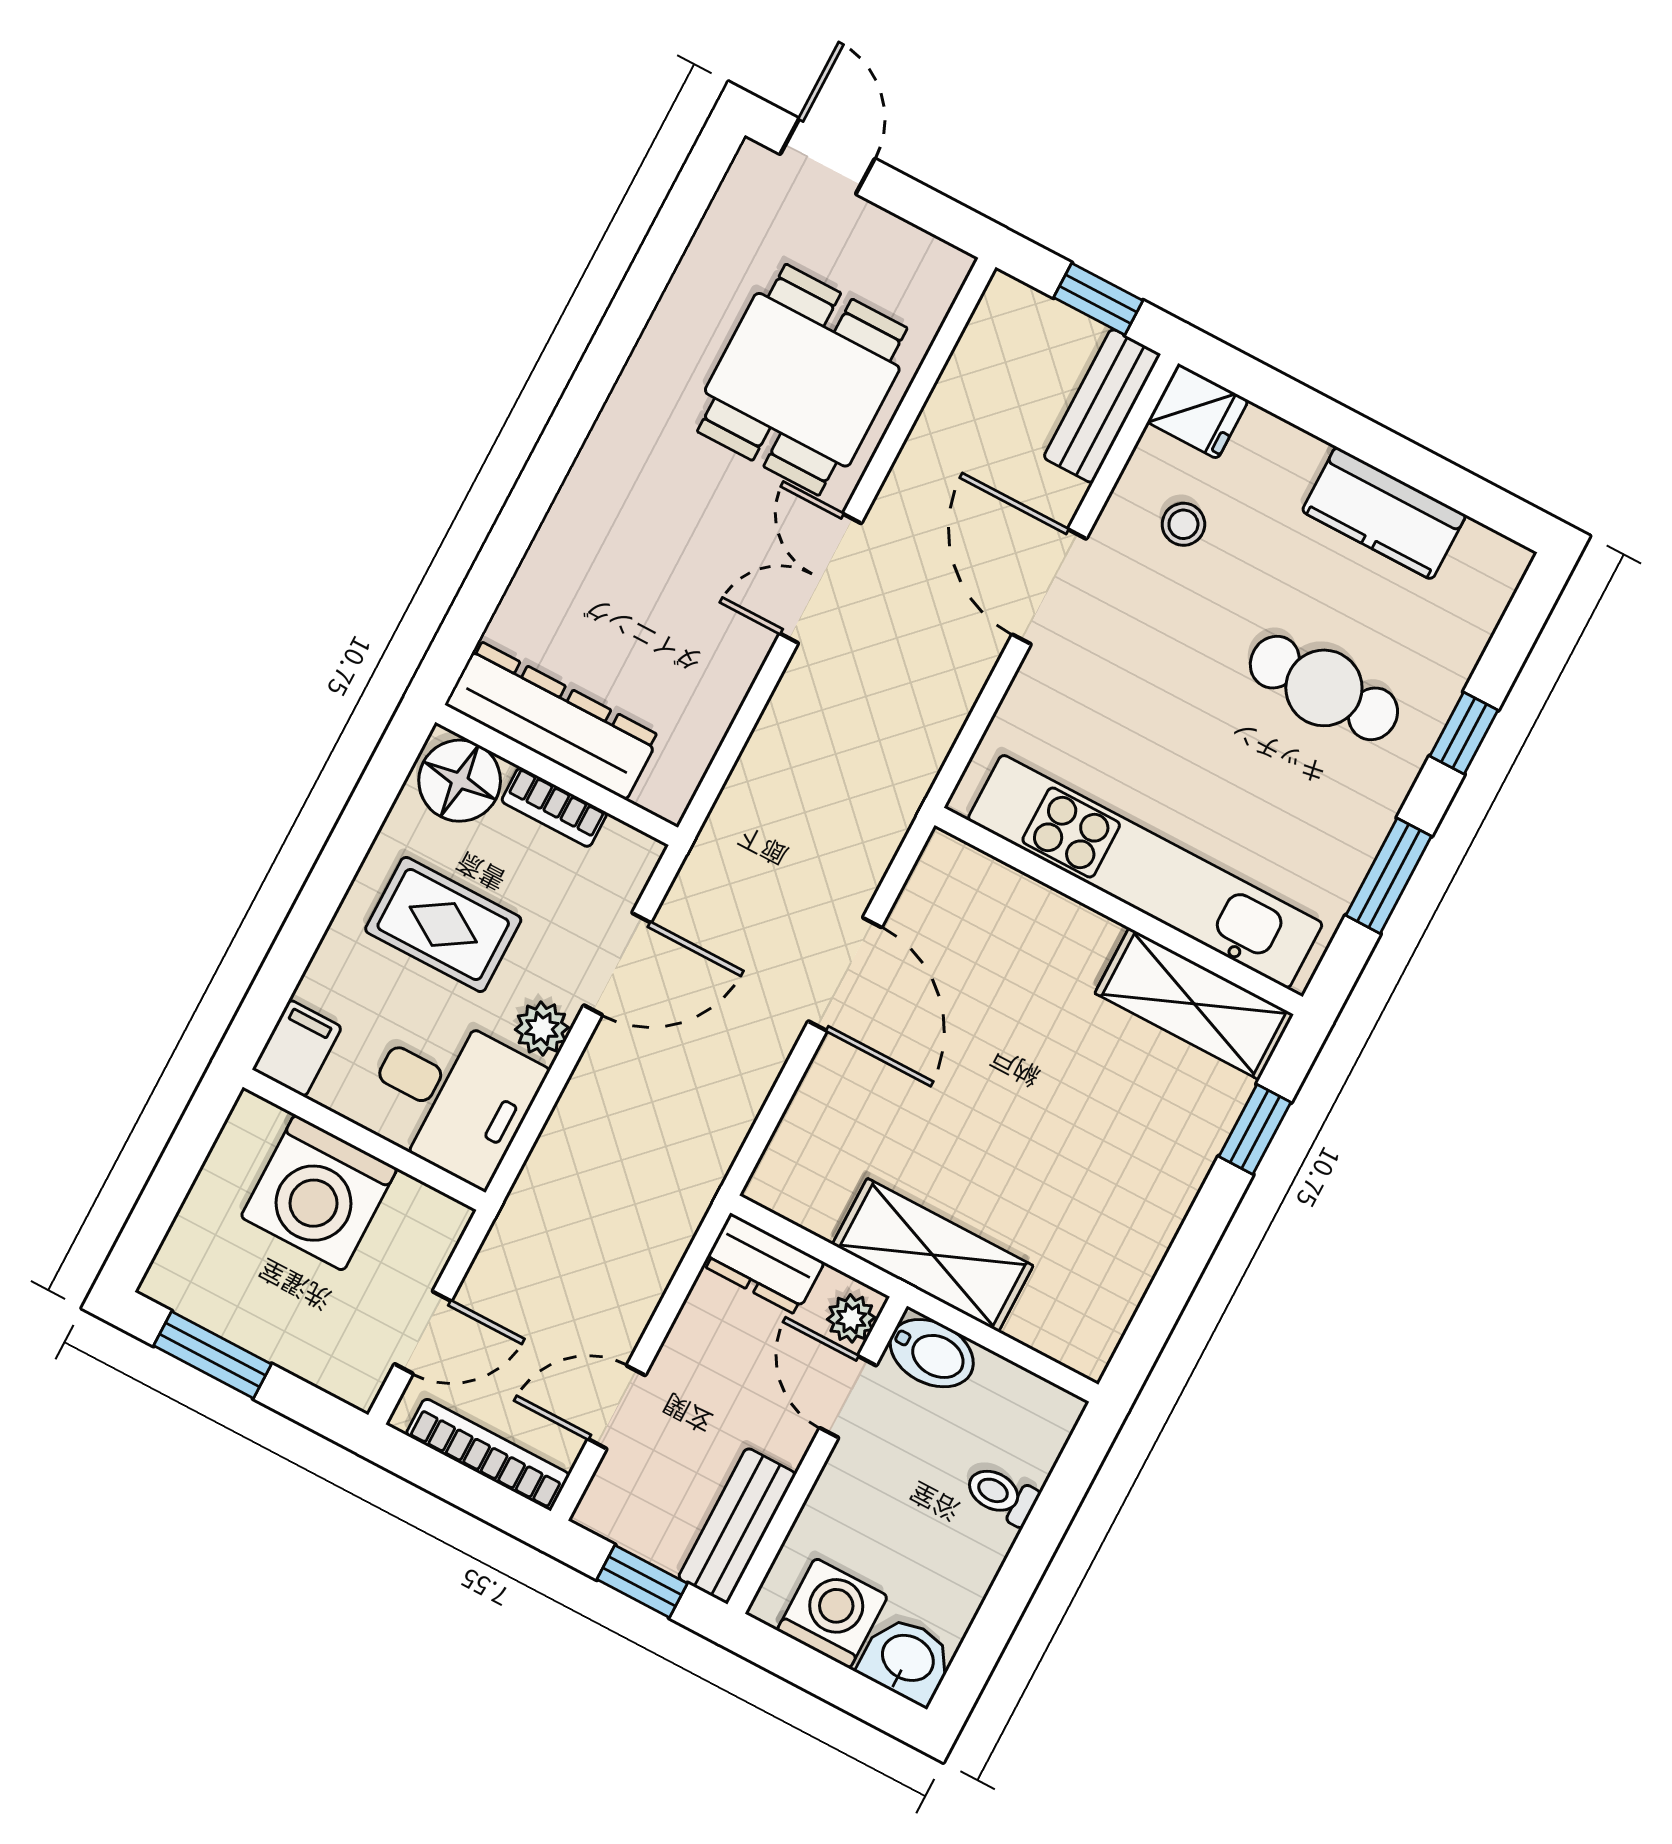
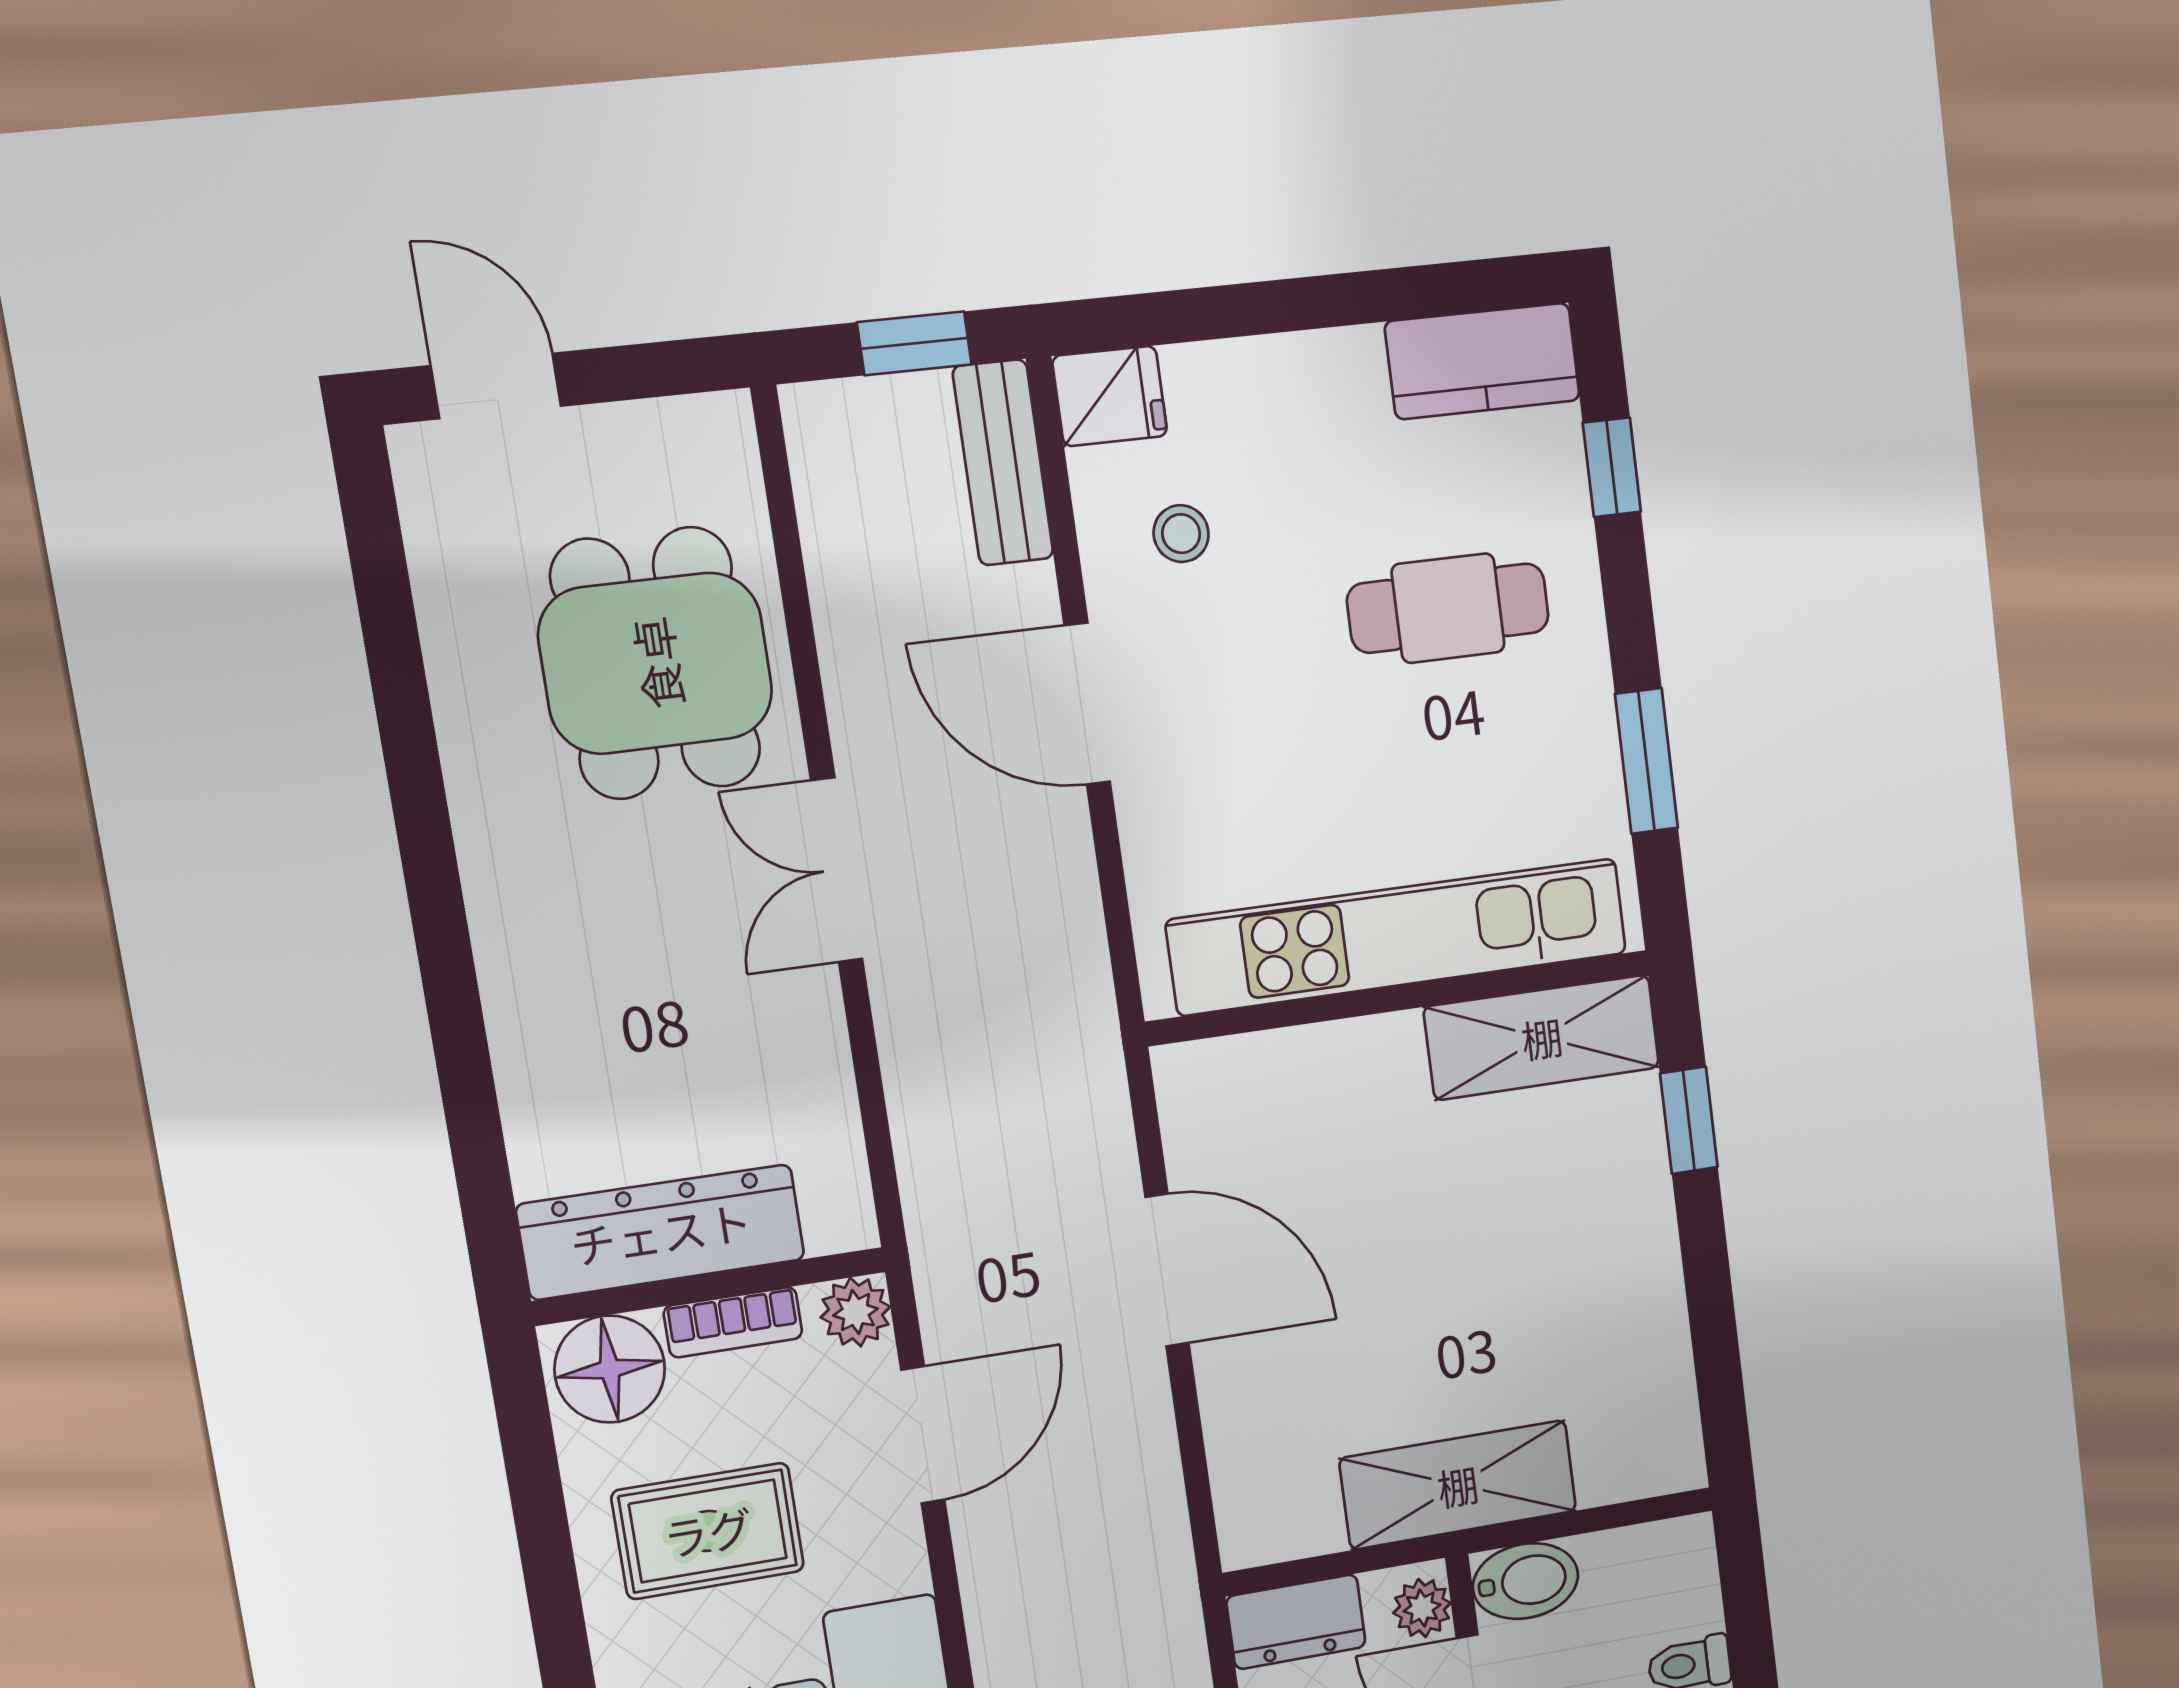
kitchen counter: (1384, 513) -> (1482, 361), moved
window: (1464, 733) -> (1612, 467), moved
plant: (542, 1028) -> (856, 1312), moved

